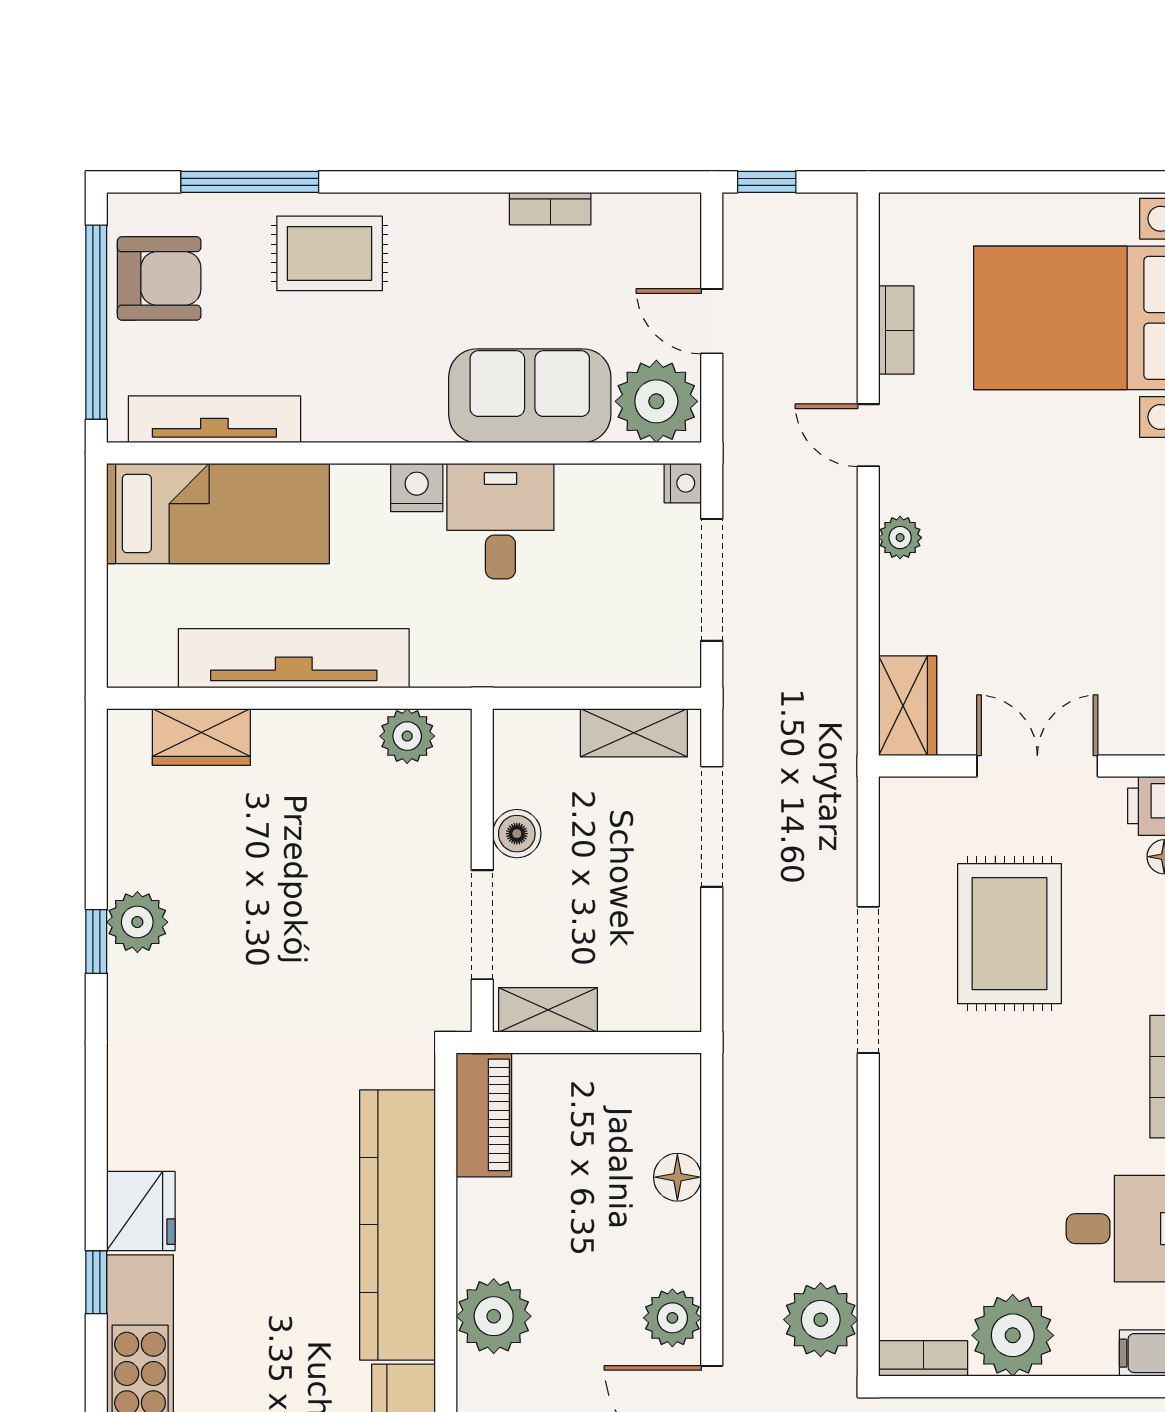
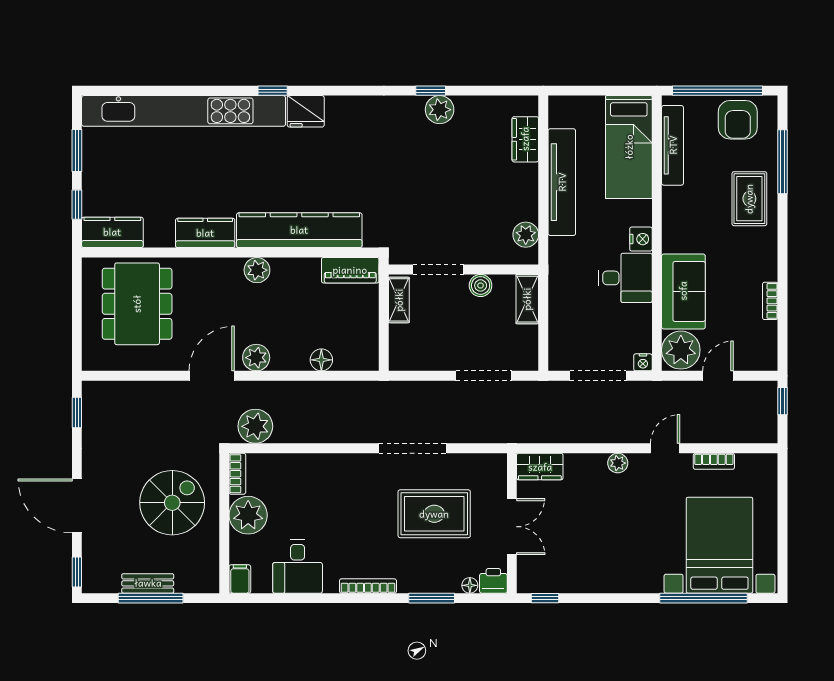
shelving: (634, 733) -> (527, 299), moved
plant: (494, 1316) -> (257, 270), width x0.73, depth x0.73

